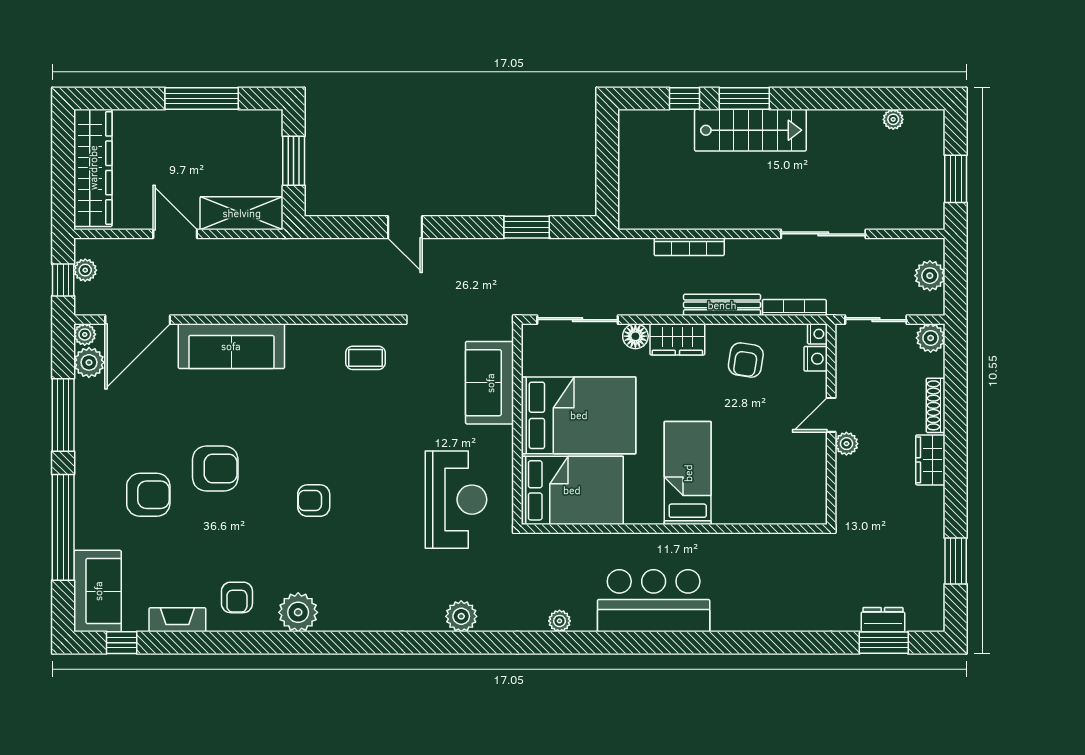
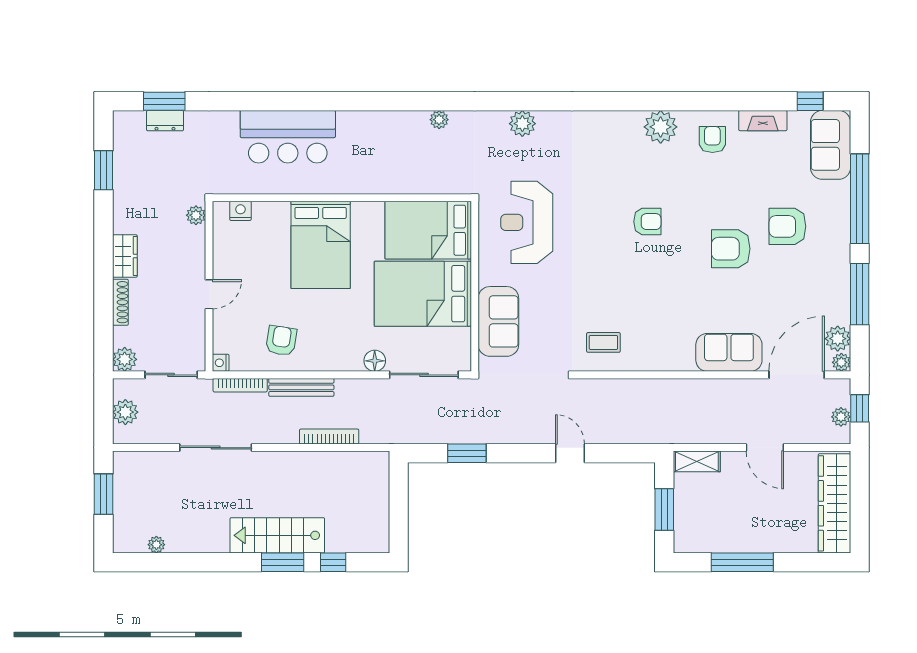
shelving: (242, 213) -> (697, 461), width x0.67, depth x0.75
wardrobe: (677, 339) -> (339, 358), removed
sofa: (231, 346) -> (729, 352), width x0.73
nightstand: (816, 359) -> (240, 211), moved, turned 90
plant: (846, 444) -> (196, 215), moved
bed: (688, 473) -> (321, 245), width x1.50
bar counter: (654, 601) -> (288, 137), moved

